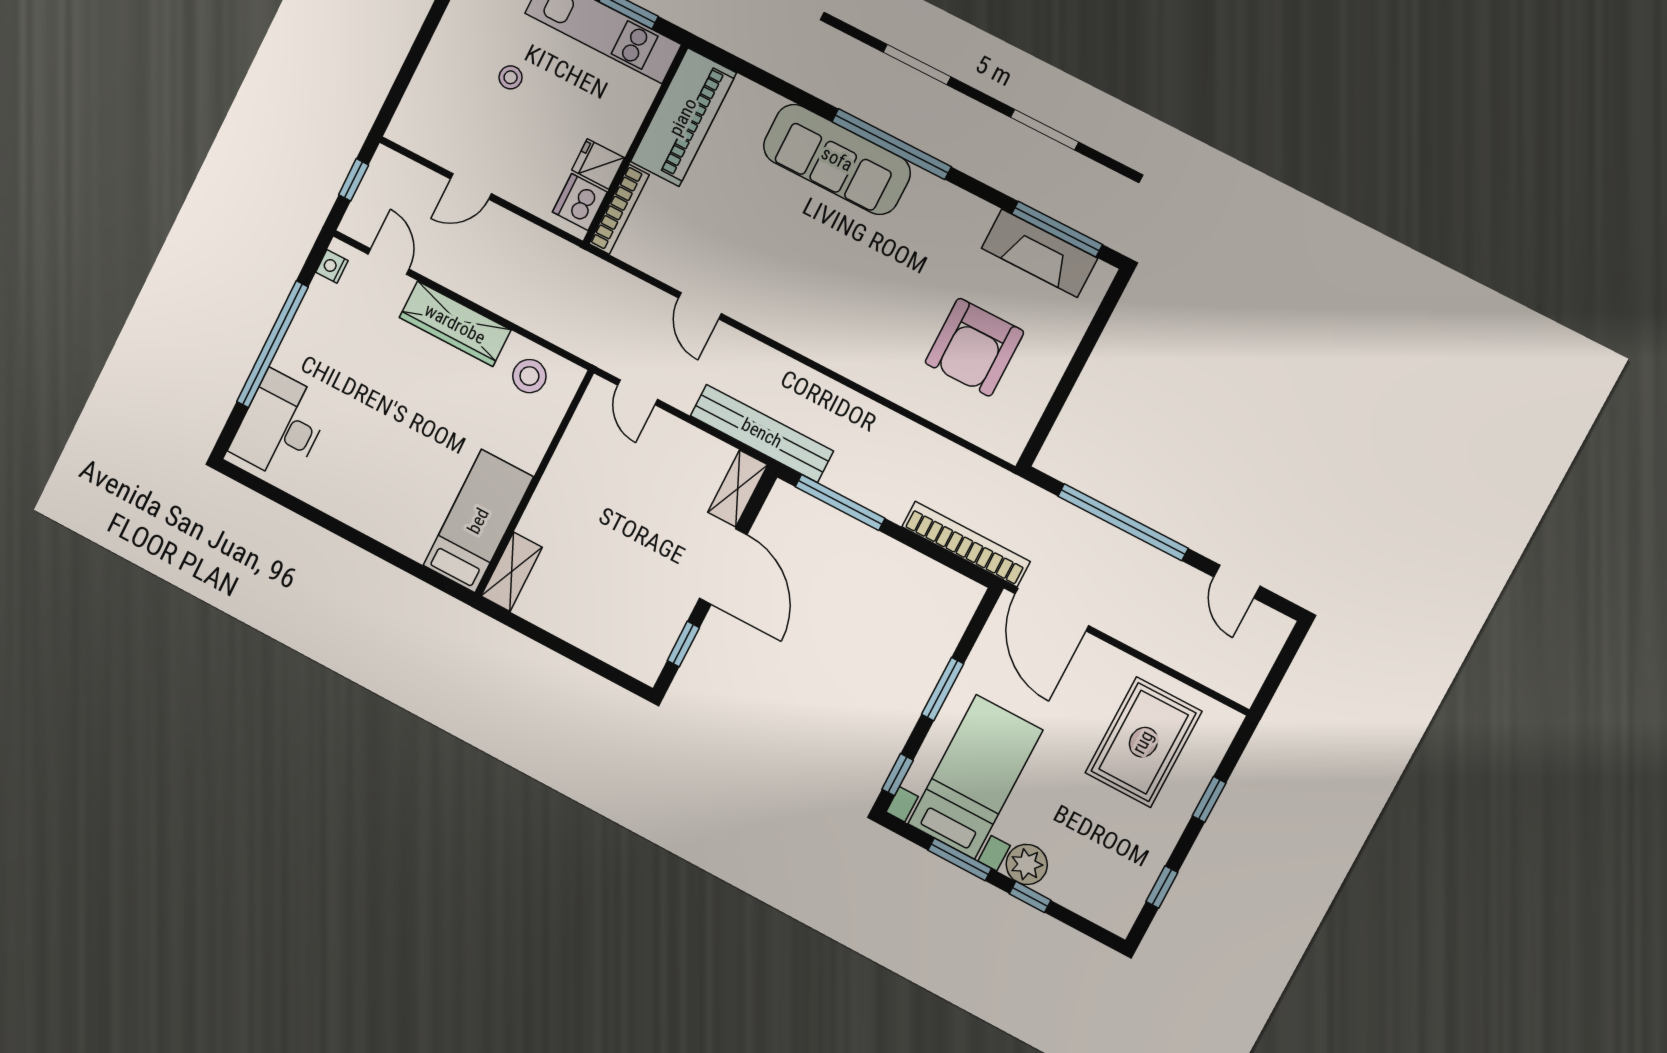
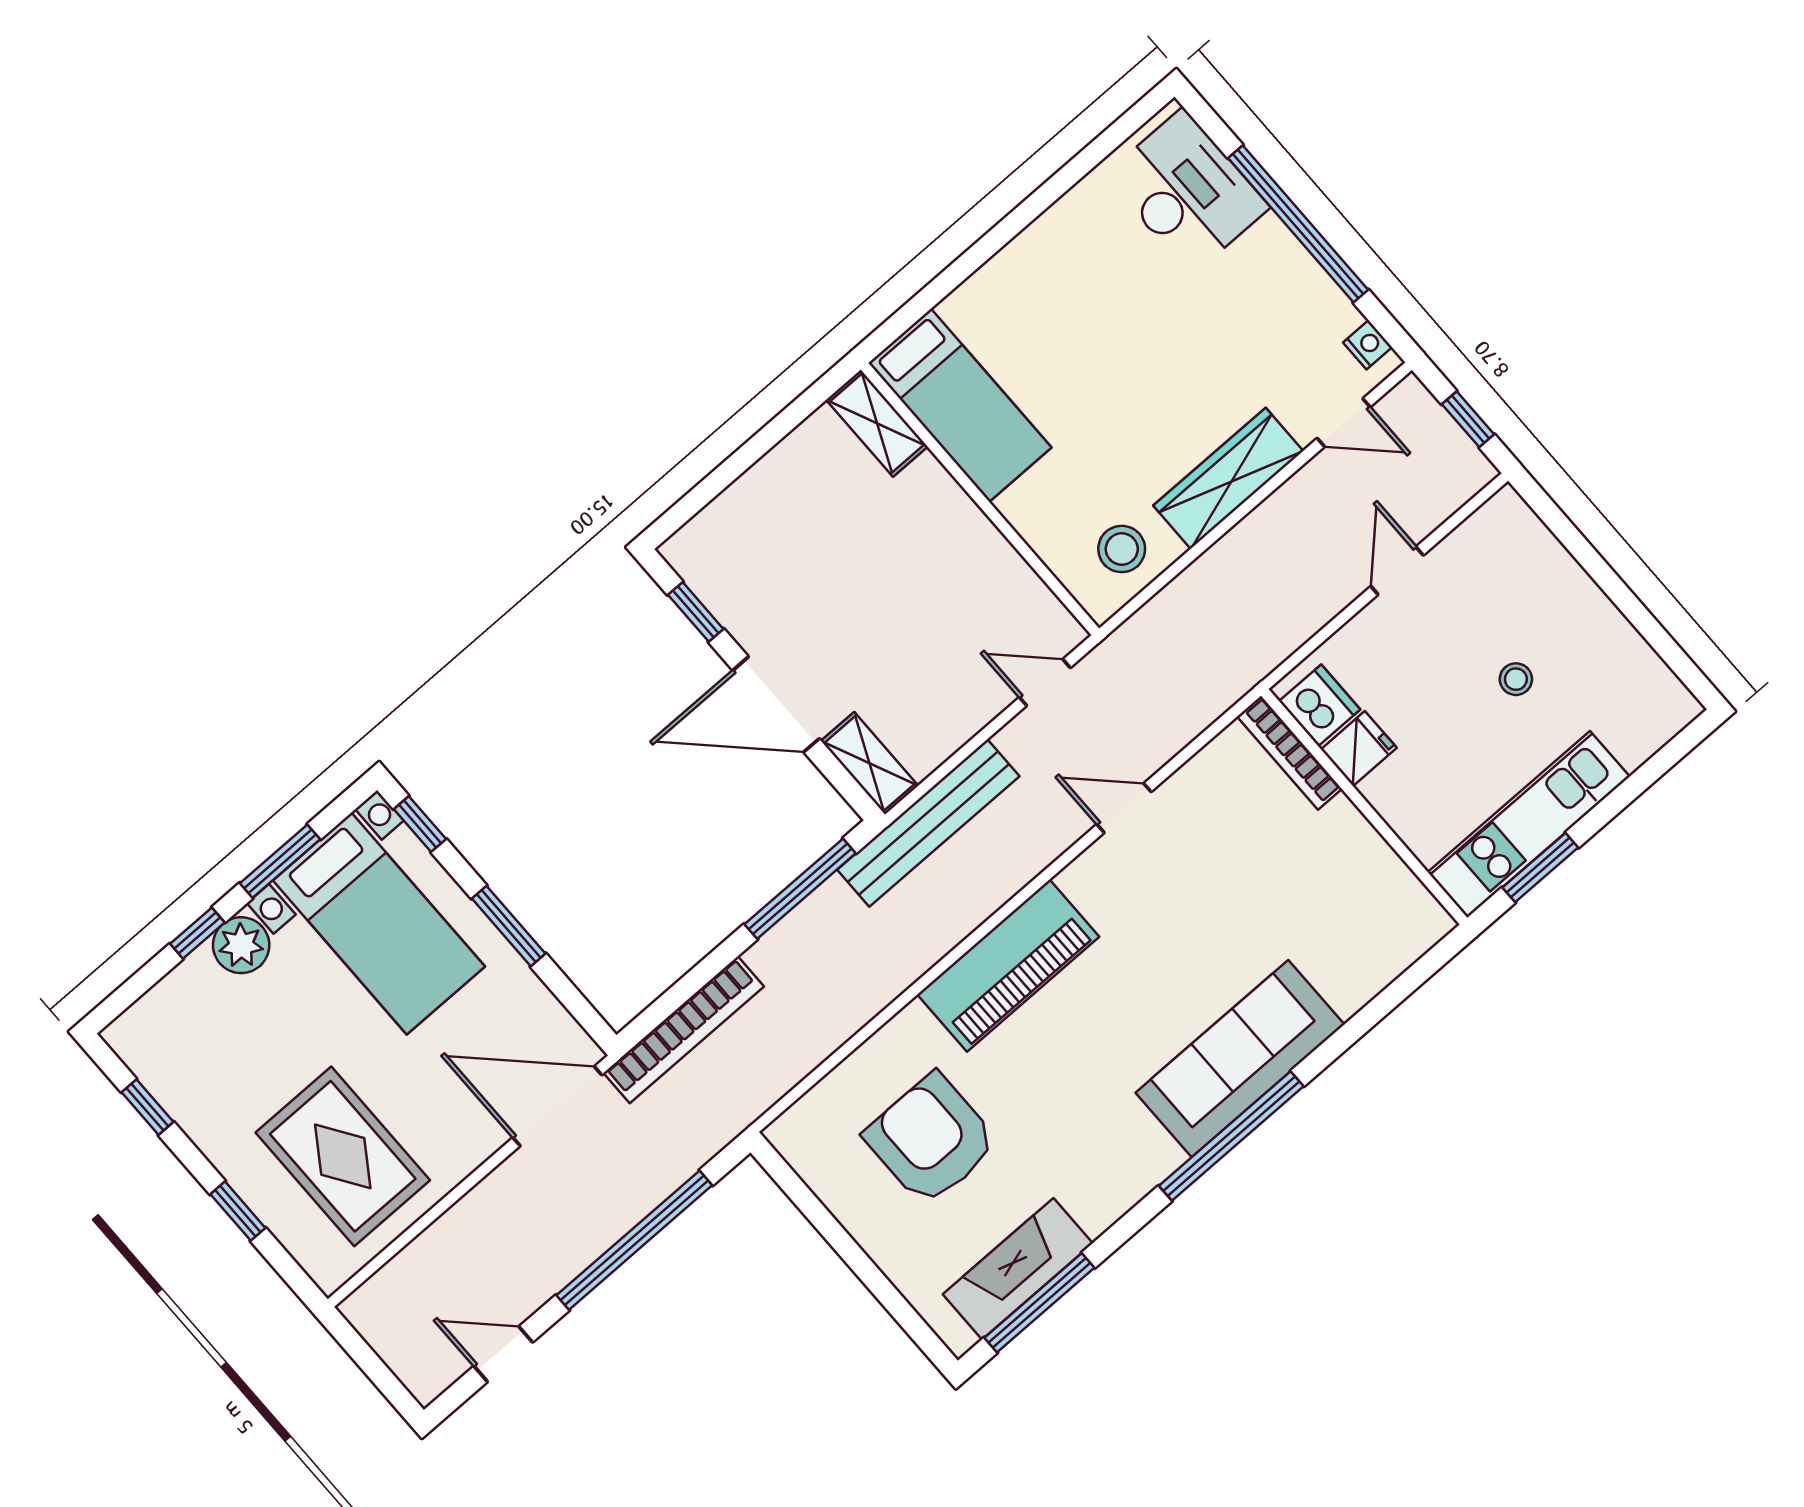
piano: (683, 117) -> (1008, 966), moved, turned -90

